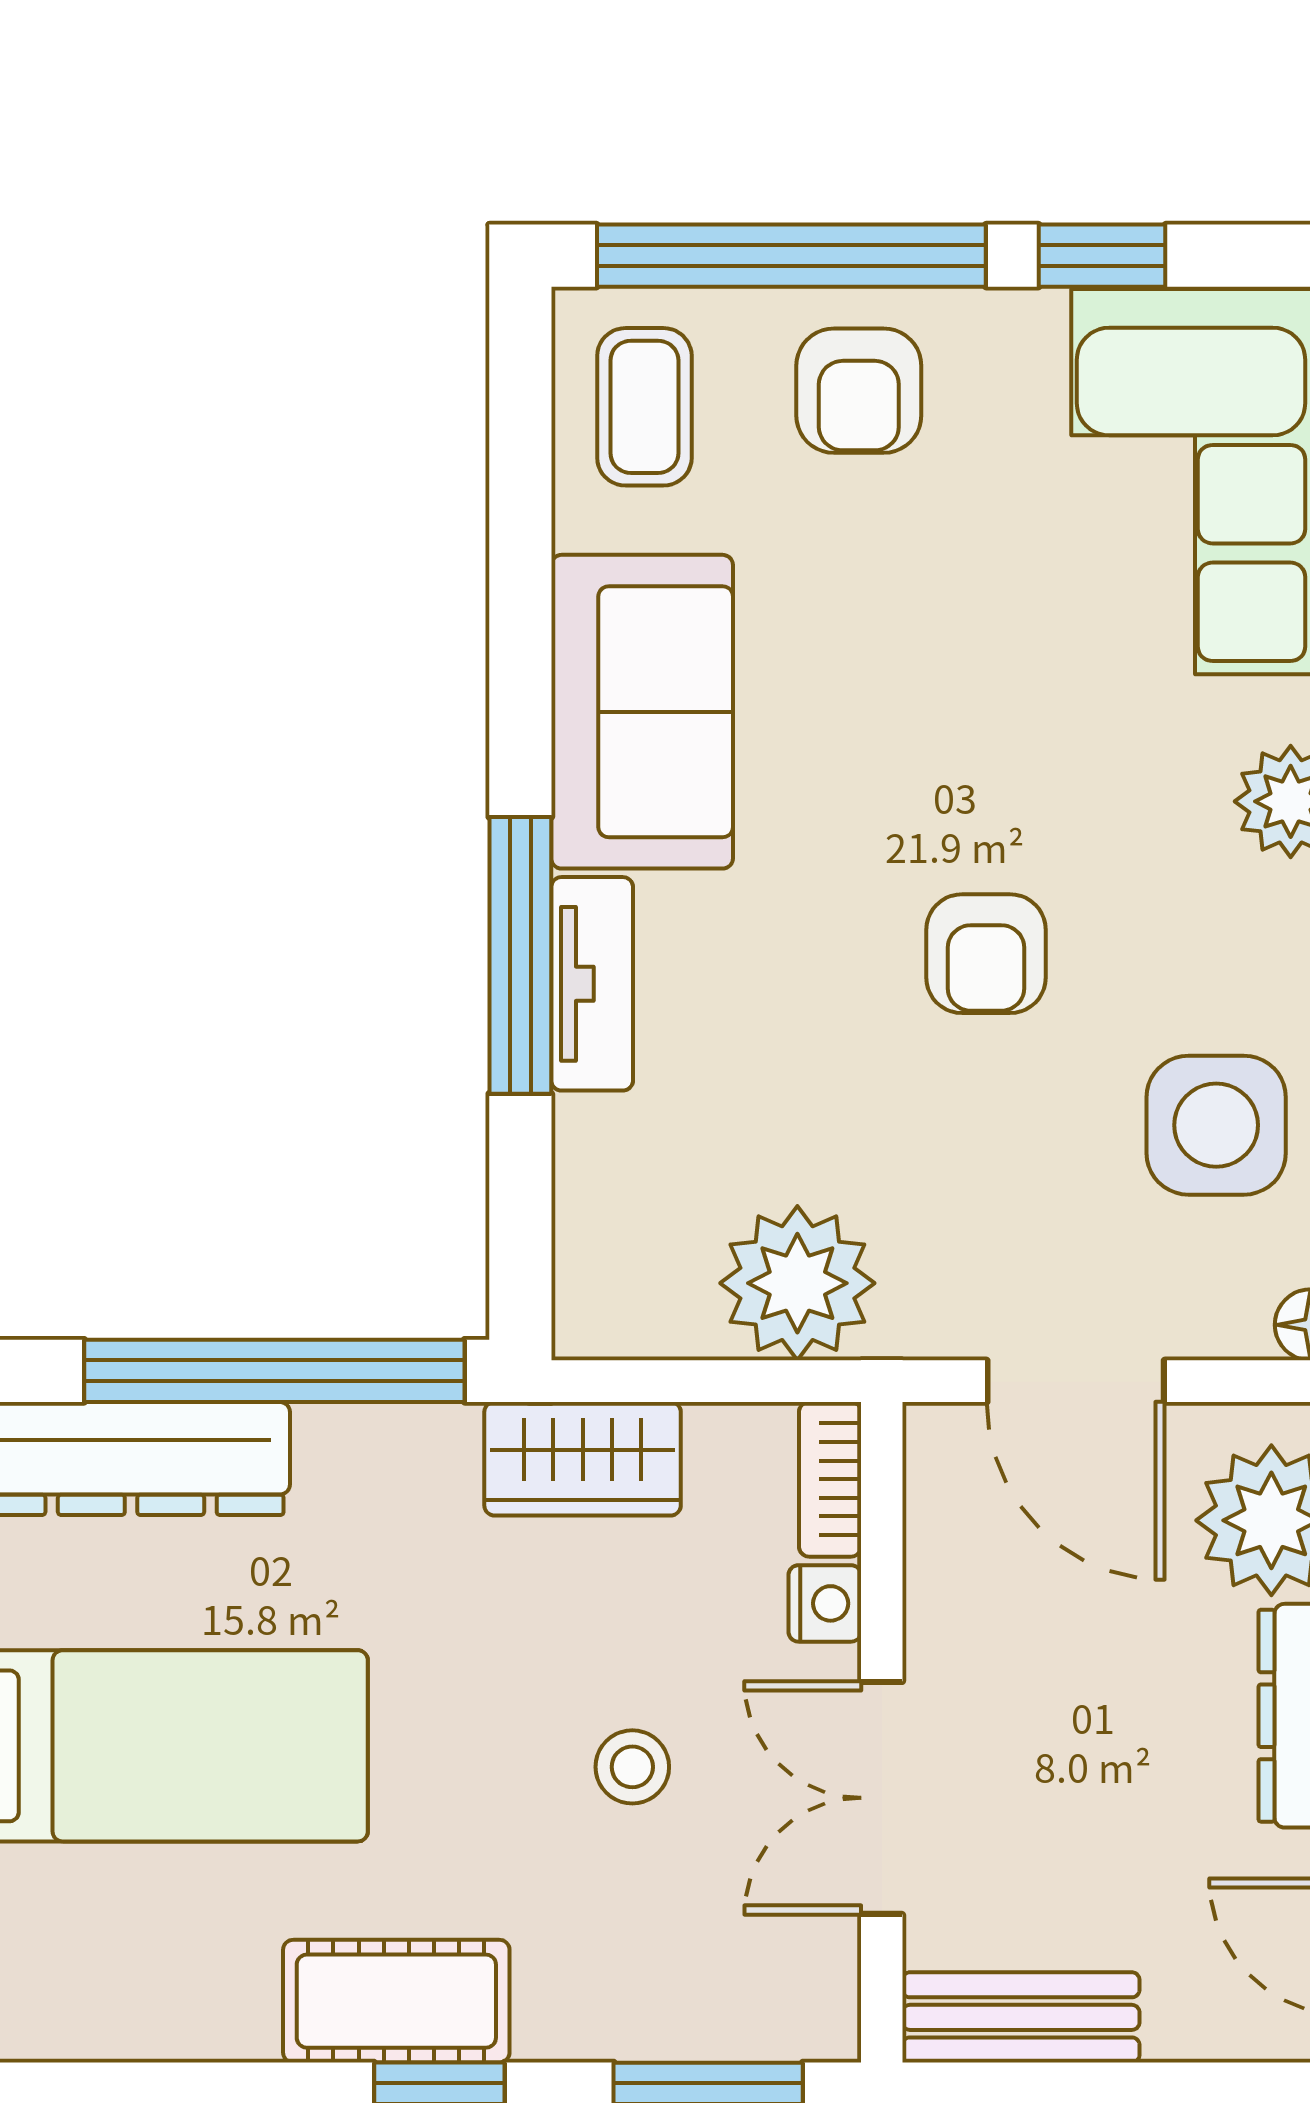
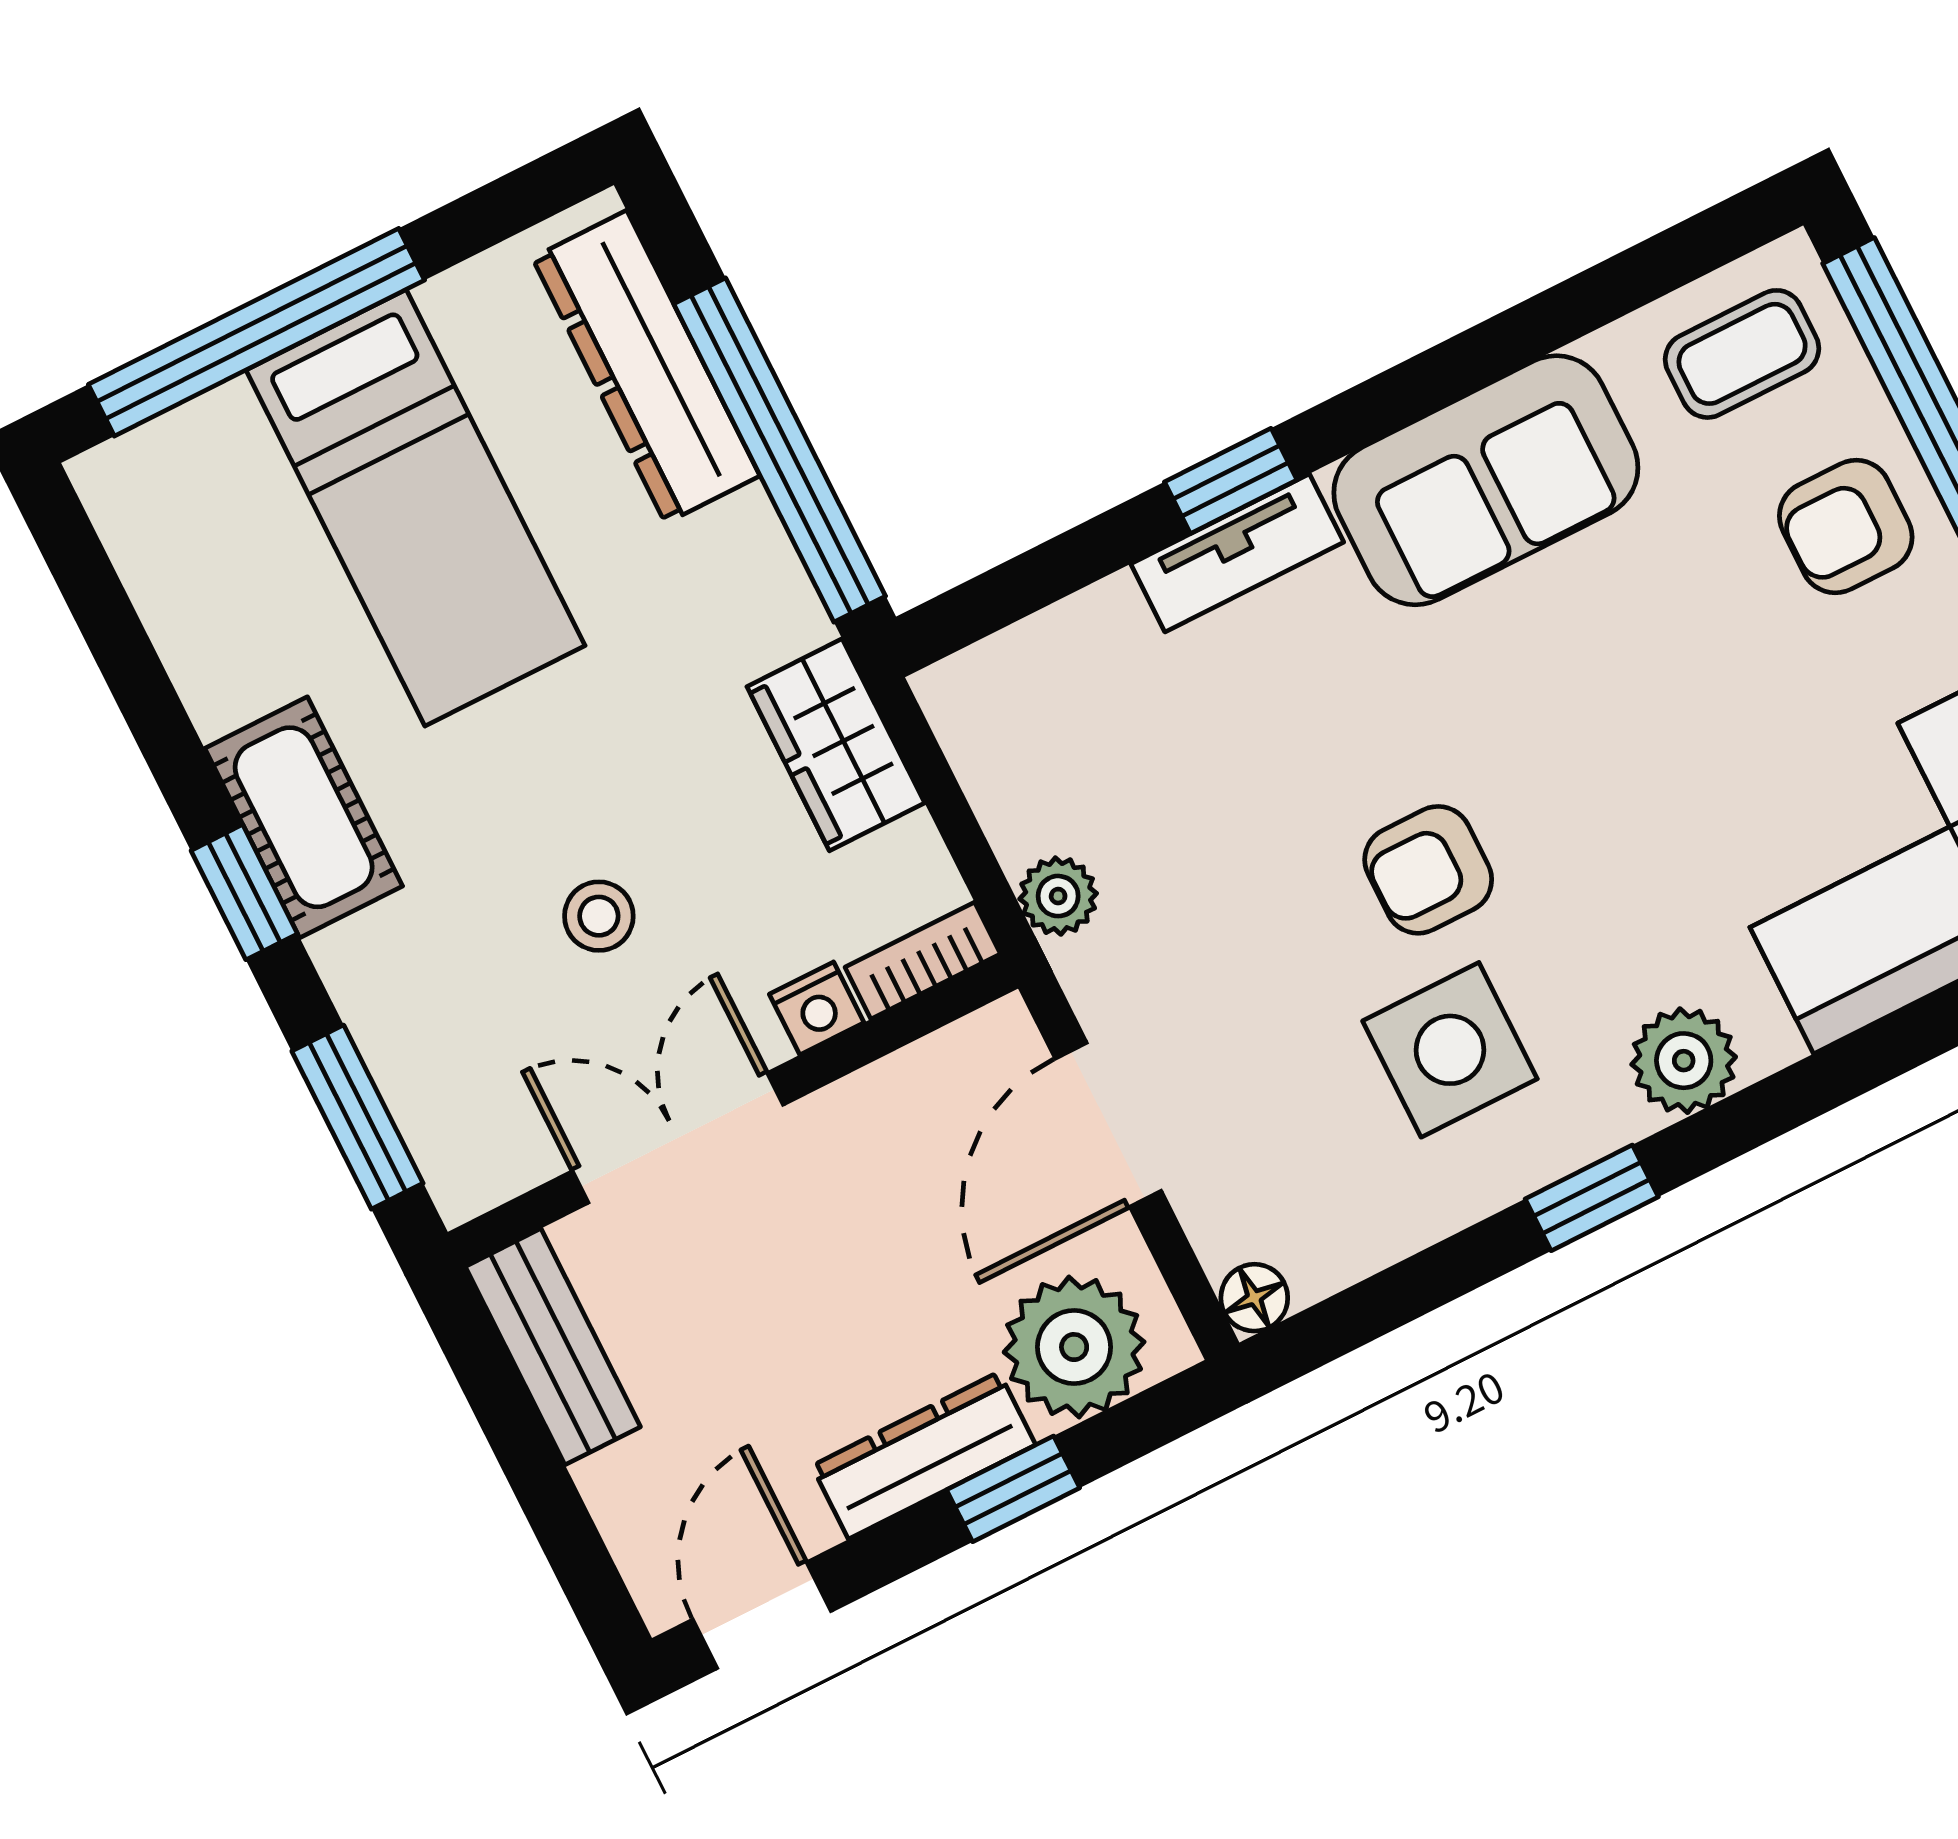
window: (520, 955) -> (1231, 481), width x0.46
side table: (1216, 1125) -> (1450, 1050), moved
plant: (797, 1283) -> (1058, 896), width x0.53, depth x0.53

